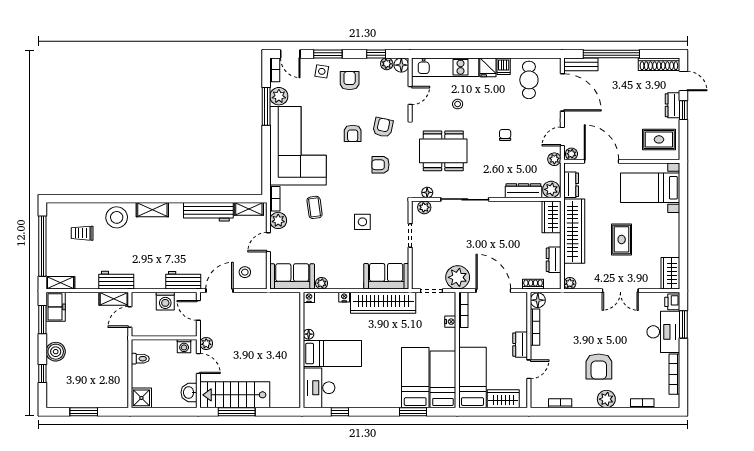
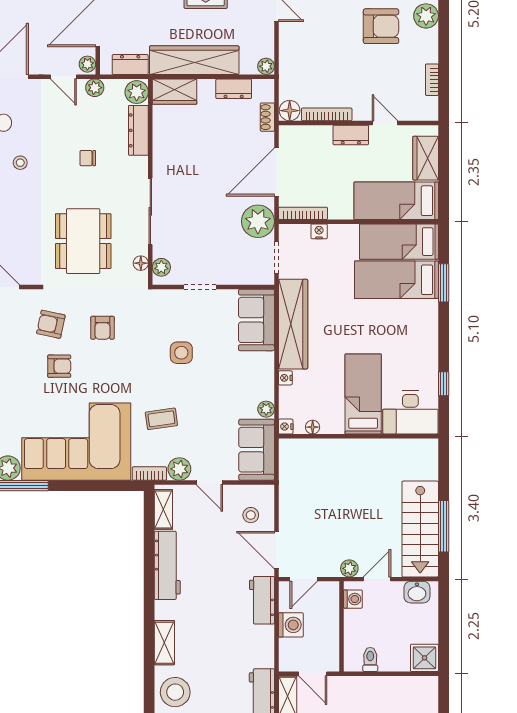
stool: (458, 104) -> (20, 163), moved
chair: (505, 135) -> (88, 158), moved
floor lamp: (309, 334) -> (313, 427), moved

